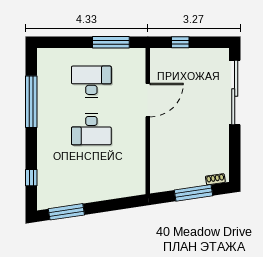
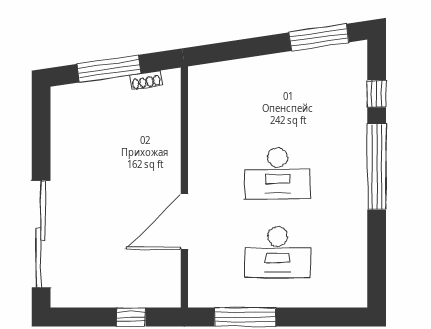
window: (31, 102) -> (377, 167), moved
desk: (91, 129) -> (278, 173), turned 180
shoe rack: (215, 179) -> (146, 80), moved

